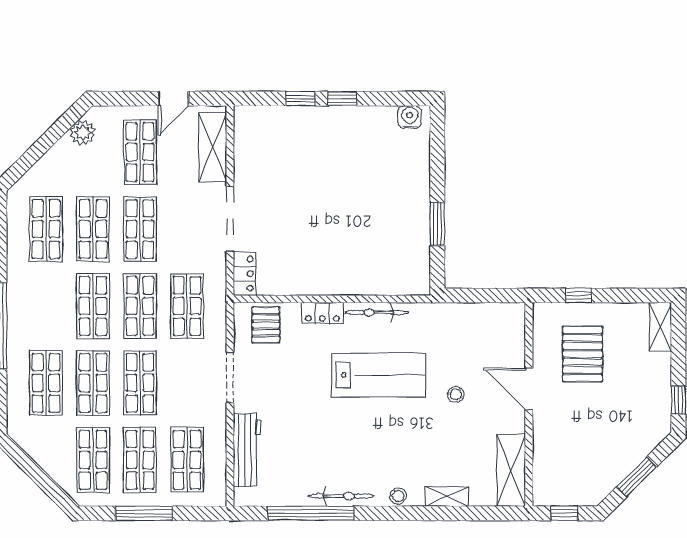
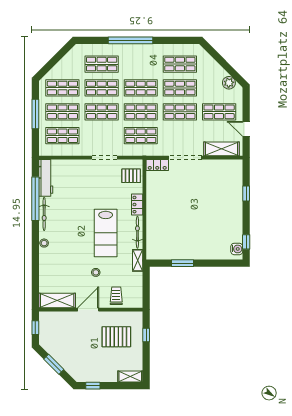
window: (342, 99) -> (246, 242), moved
trolley: (502, 354) -> (116, 296), added
door: (529, 389) -> (88, 310), moved
workbench: (247, 450) -> (46, 178), moved, turned -90
shelving: (447, 497) -> (138, 260), moved

